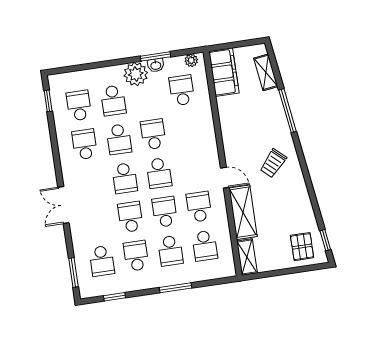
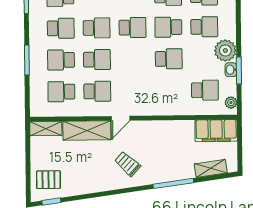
school desk: (113, 100) -> (204, 27), turned 180
school desk: (159, 173) -> (133, 59), removed
school desk: (125, 178) -> (132, 28), turned 180

